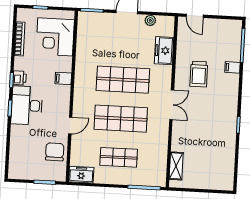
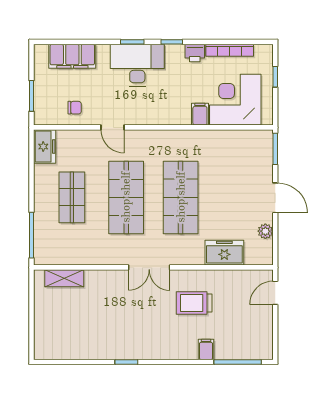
printer: (19, 78) -> (195, 53), moved
filing cabinet: (63, 78) -> (200, 114), moved
filing cabinet: (18, 152) -> (72, 56), added
chair: (55, 152) -> (75, 108), width x0.54, depth x0.54

